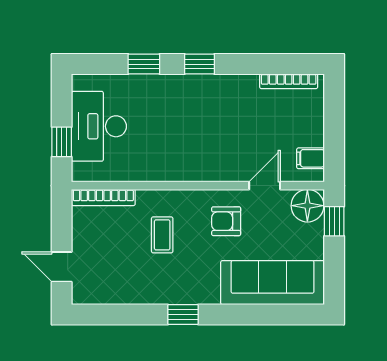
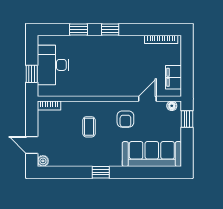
filing cabinet: (311, 158) -> (173, 77), width x2.00
bookcase: (103, 197) -> (49, 105), width x0.64
floor lamp: (307, 206) -> (172, 106), width x0.53, depth x0.53
armchair: (226, 221) -> (125, 119), turned -90
plant: (81, 295) -> (43, 161), added

